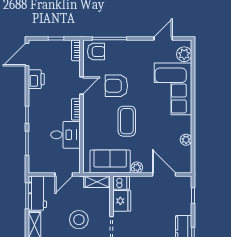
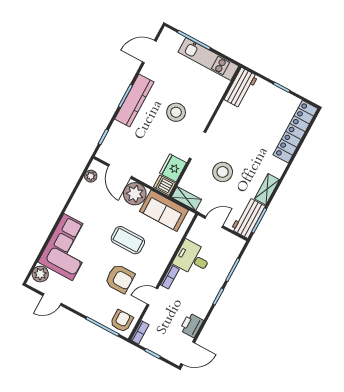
armchair: (96, 52) -> (122, 321), turned 90
coffee table: (127, 121) -> (128, 240), turned 90
plant: (186, 140) -> (91, 176), moved
plant: (137, 167) -> (135, 194), width x1.88, depth x1.88

